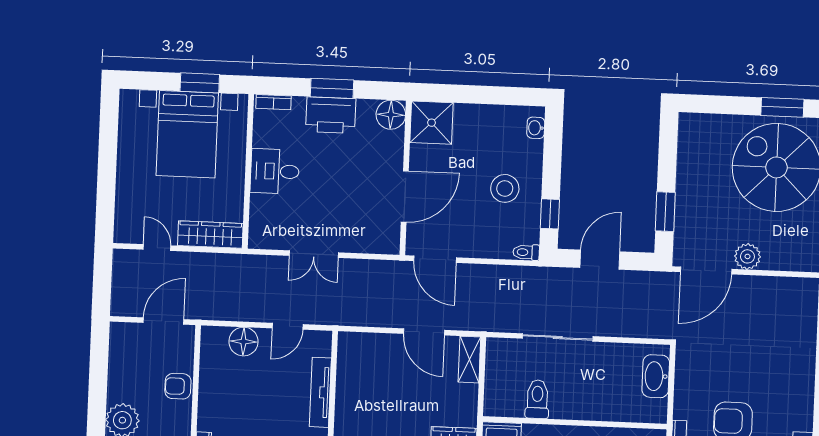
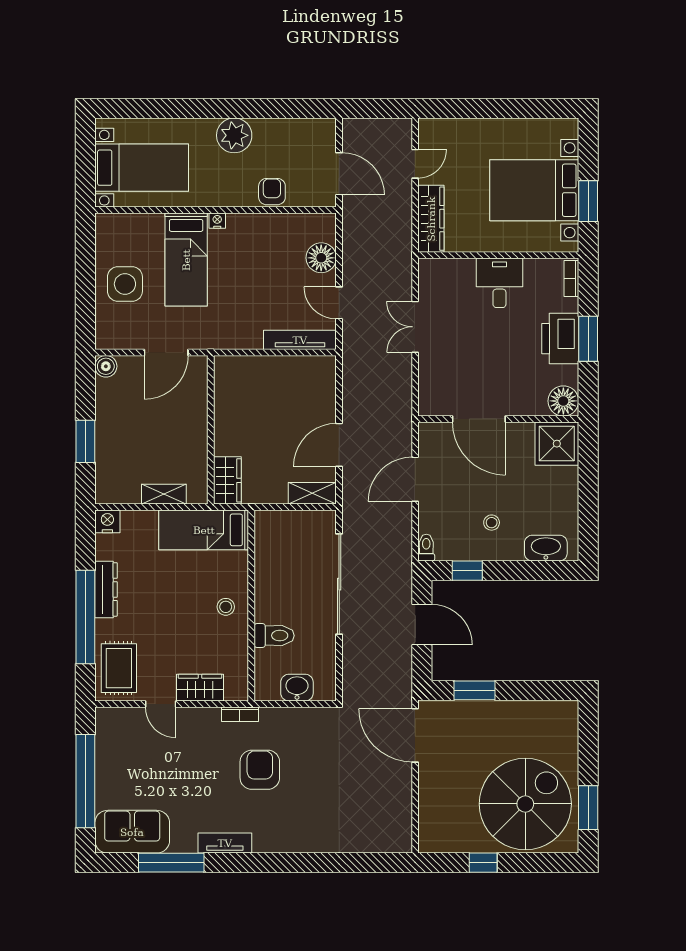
washbasin: (536, 128) -> (546, 548), width x1.91, depth x1.45
stool: (505, 188) -> (492, 523), width x0.53, depth x0.53
plant: (747, 256) -> (432, 778), removed
door: (435, 259) -> (415, 479), moved
sliding door: (558, 337) -> (339, 584), width x1.36
washbasin: (656, 376) -> (297, 688), width x0.72
tv unit: (320, 392) -> (300, 340), moved
toilet: (537, 399) -> (274, 636), moved

